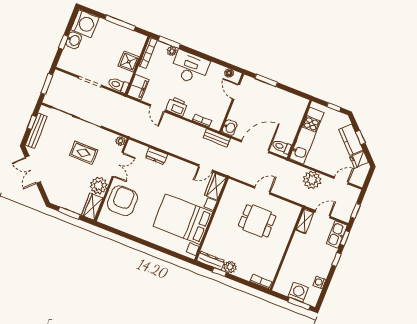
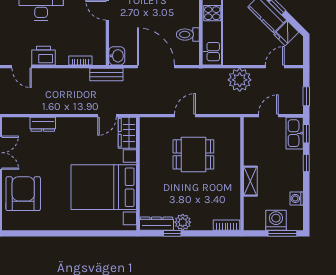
door: (255, 147) -> (156, 67), hinge flipped
toilet: (282, 147) -> (188, 35), moved
shelving: (305, 221) -> (250, 181), moved

